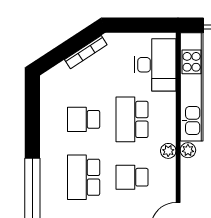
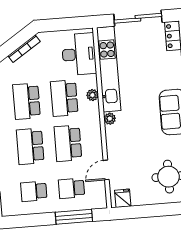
school desk: (84, 119) -> (27, 101), width x1.85
plant: (168, 151) -> (92, 95), moved
school desk: (132, 177) -> (68, 143), width x1.85

